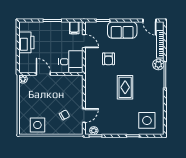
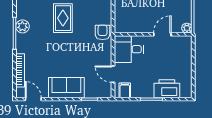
printer: (26, 42) -> (167, 89), moved, turned 90
armchair: (108, 59) -> (103, 32), moved
plant: (158, 64) -> (22, 26), moved
door: (43, 74) -> (162, 34), swing flipped

